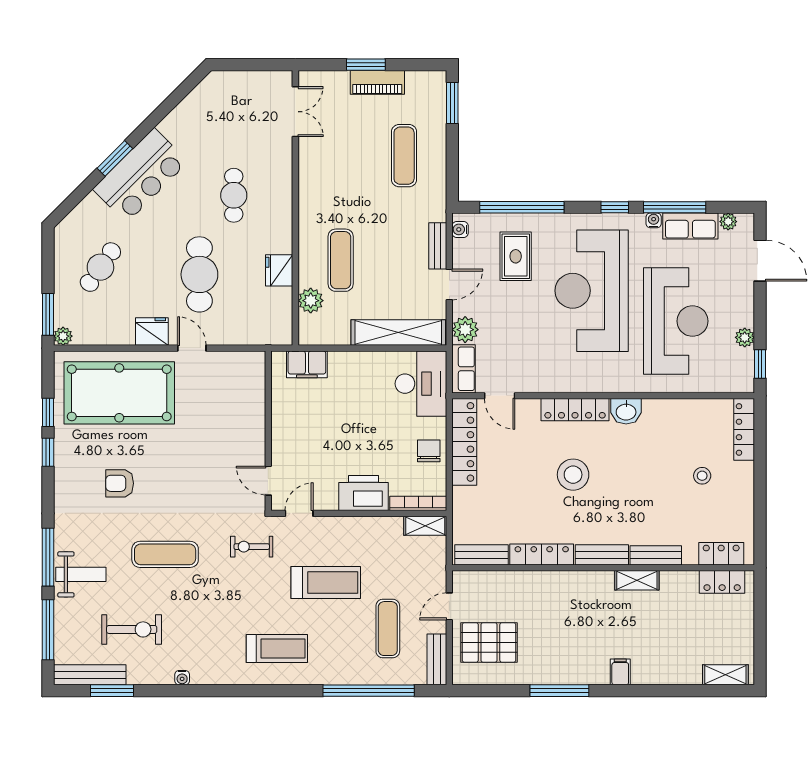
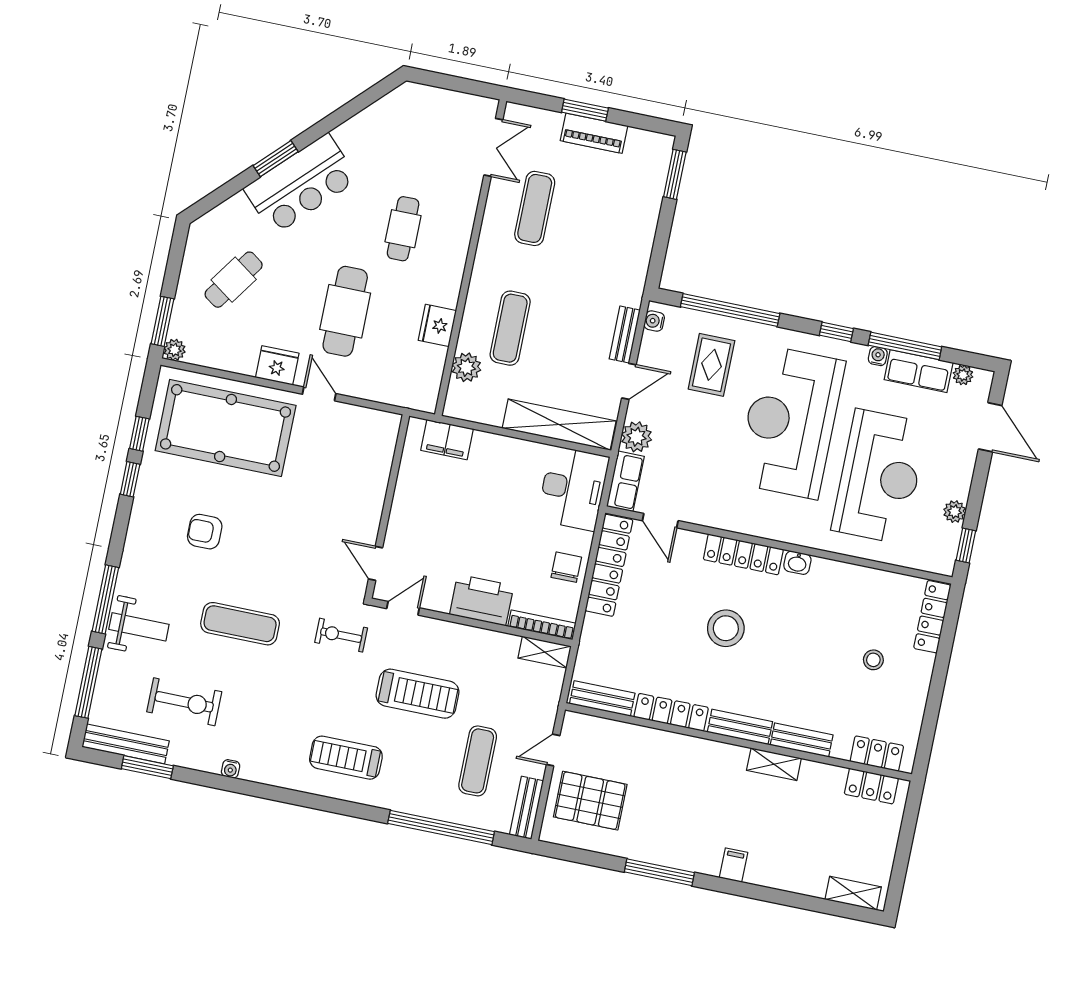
exercise mat: (404, 156) -> (535, 208), moved
washbasin: (626, 411) -> (797, 563), width x0.72, depth x0.69
treadmill: (277, 648) -> (346, 758), turned 180

